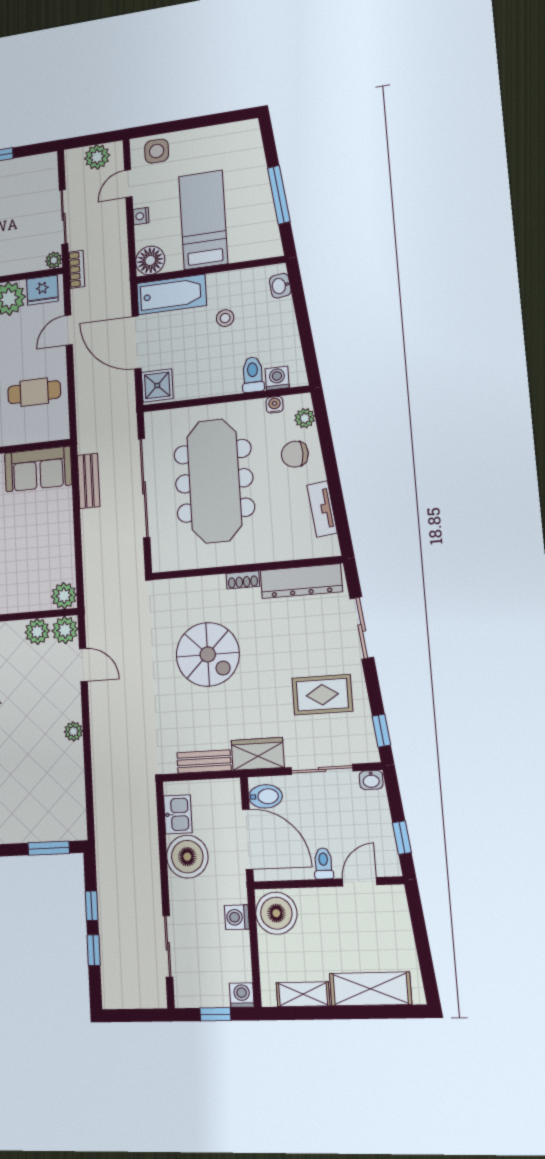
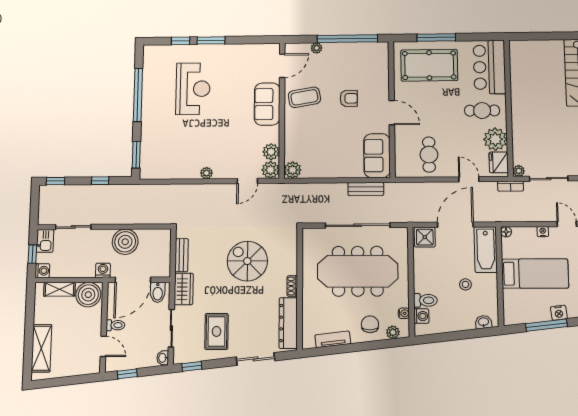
nightstand: (259, 179) -> (559, 313), added
floor lamp: (150, 260) -> (506, 232), width x0.53, depth x0.53
spiral stairs: (208, 654) -> (247, 261), turned 90
kitchen sink: (178, 814) -> (45, 241), moved, turned -90
washing machine: (237, 917) -> (103, 270), moved
window: (94, 950) -> (56, 181), moved
shelving: (303, 994) -> (60, 289), moved, turned 90

